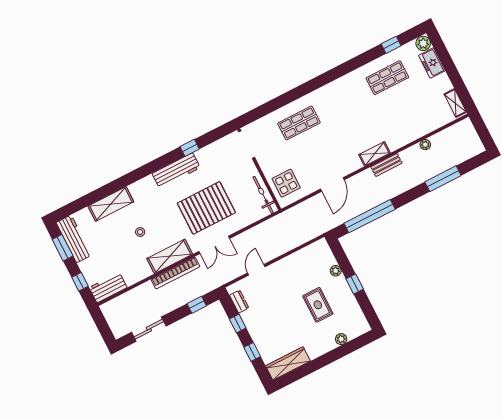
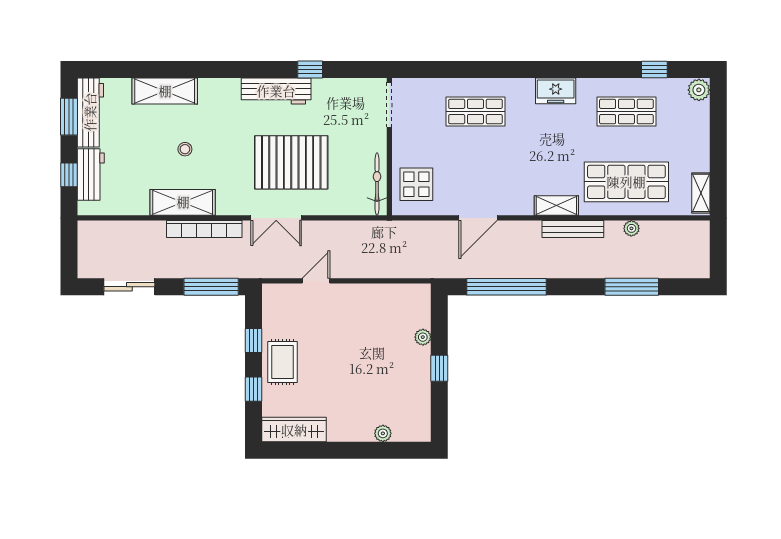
freezer: (432, 63) -> (556, 91), moved, turned -90
shop shelf: (408, 119) -> (626, 182), added
bench: (386, 165) -> (573, 229), width x1.36
shelving: (170, 256) -> (183, 202), moved
workbench: (108, 287) -> (91, 175), moved, turned 90
dresser: (239, 302) -> (271, 312), removed
window: (197, 305) -> (211, 287), width x2.17
rug: (318, 305) -> (283, 362), moved

